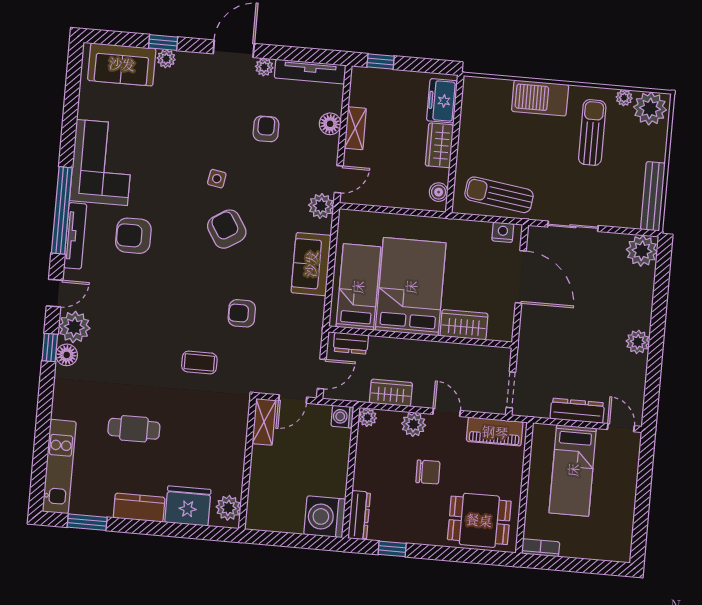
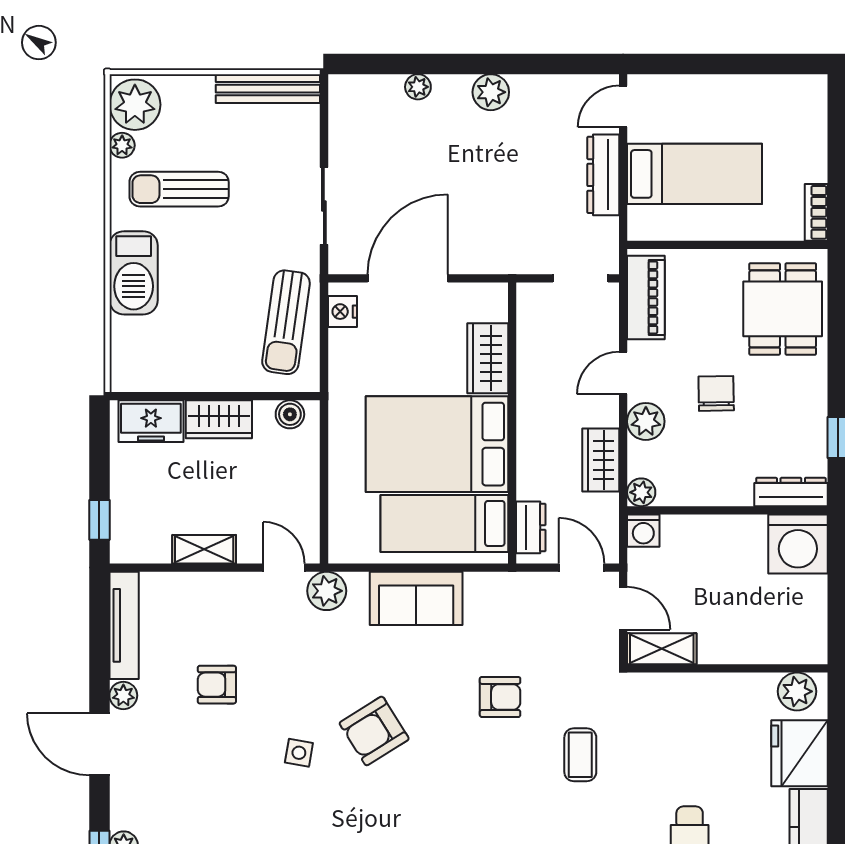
floor lamp: (330, 124) -> (201, 588), removed
plant: (642, 251) -> (418, 87), moved, width x0.53, depth x0.53
armchair: (242, 313) -> (500, 697), turned -90

